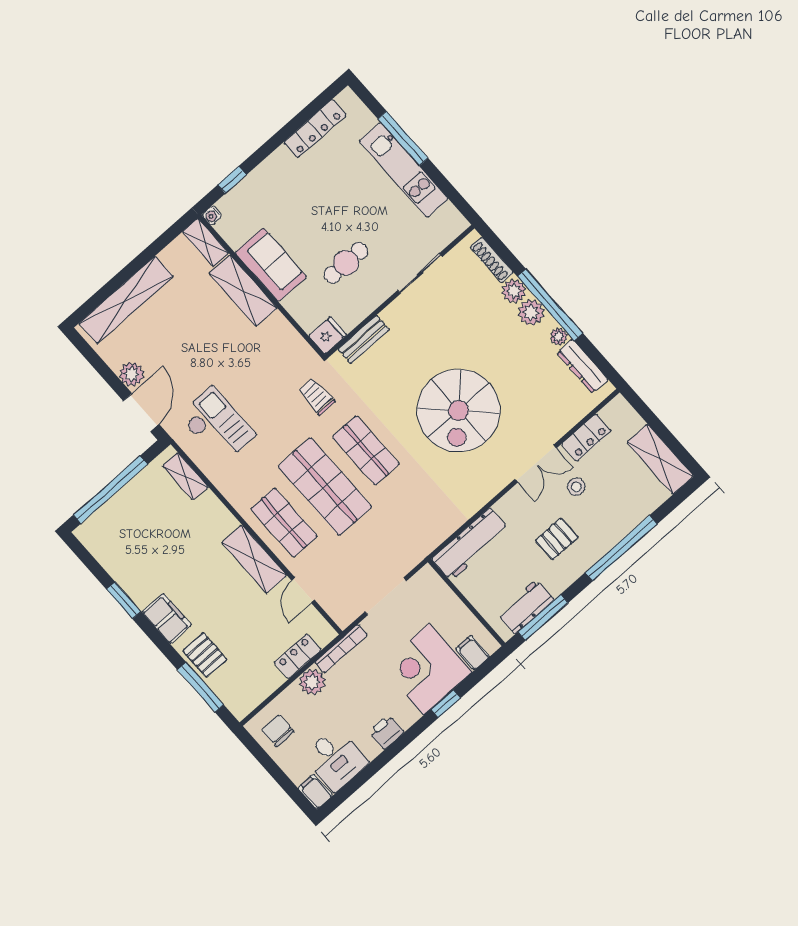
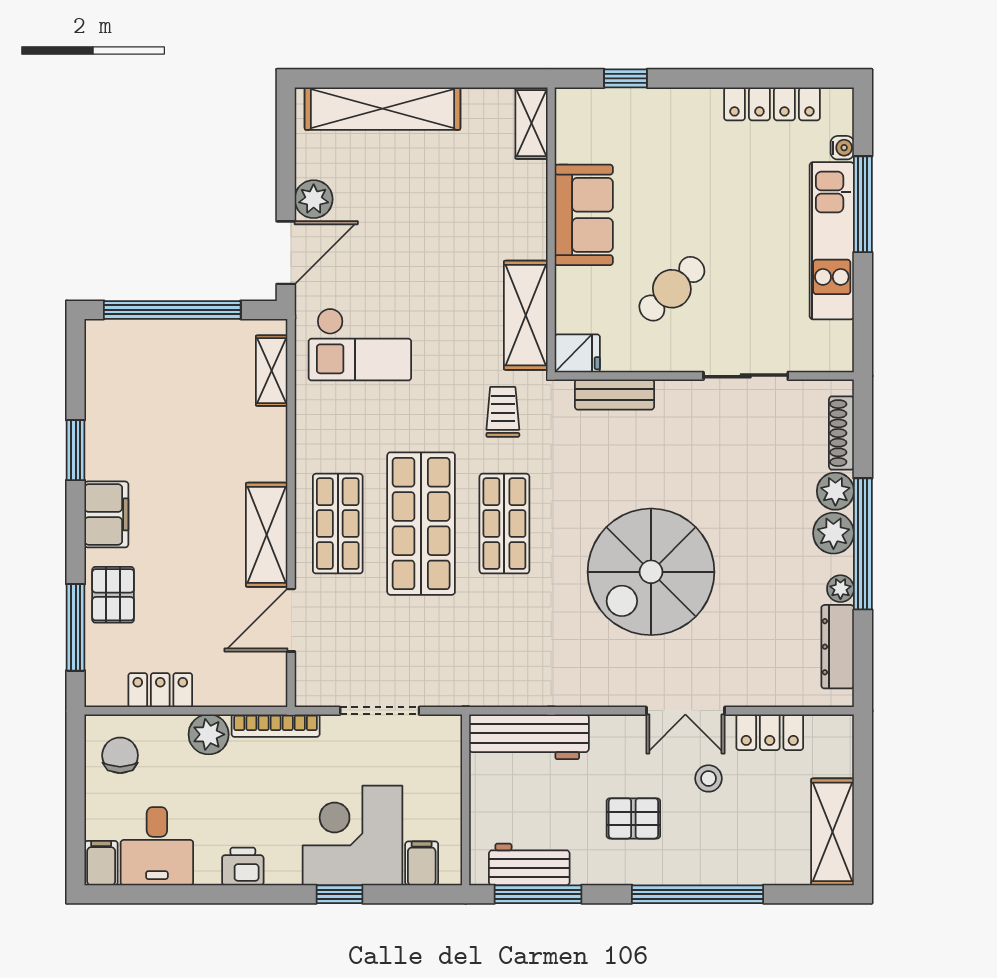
water cooler: (212, 215) -> (842, 148), moved, turned 180
cafe table: (346, 263) -> (672, 289), turned -44
shelving: (243, 291) -> (526, 315), moved
checkout: (217, 425) -> (360, 344), turned 90
door: (303, 590) -> (291, 620), width x1.38
locker: (298, 656) -> (160, 690), moved

